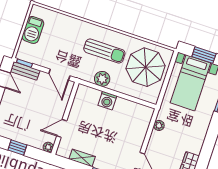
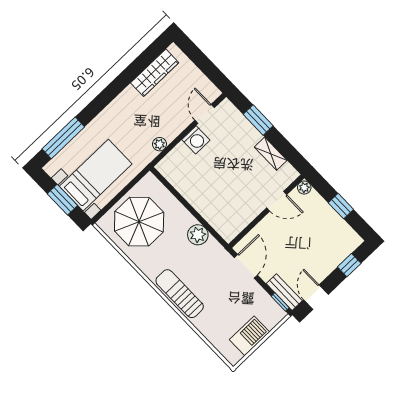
sun lounger: (104, 51) -> (180, 294), moved
washing machine: (107, 101) -> (196, 140), moved, turned 90

